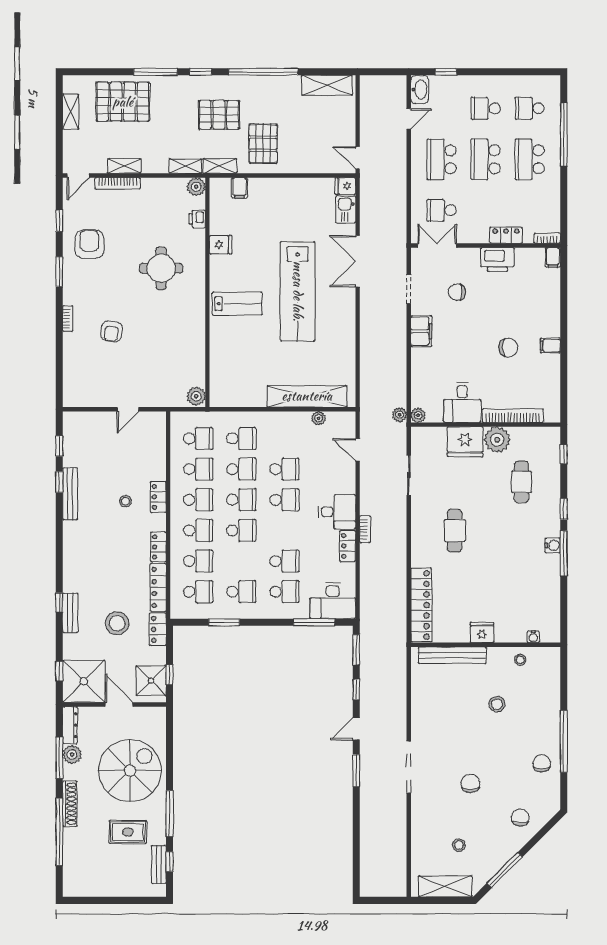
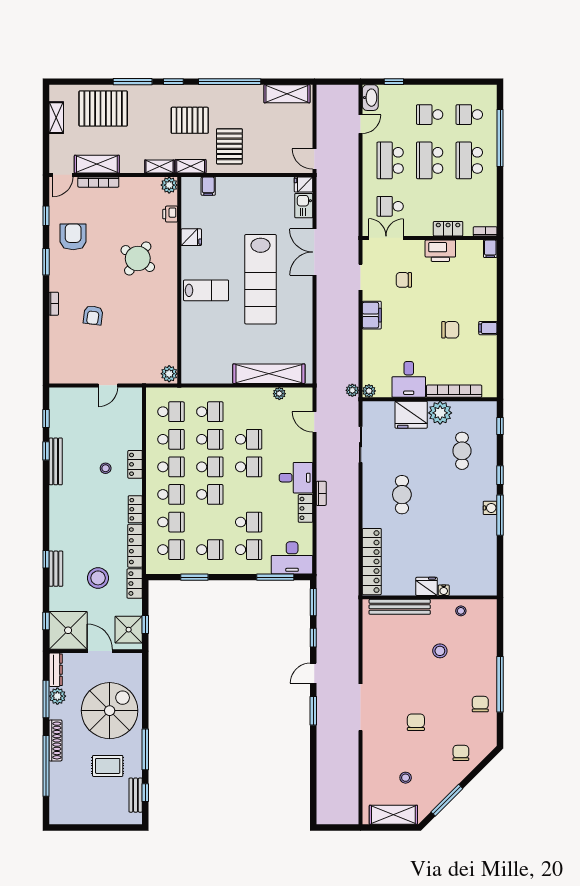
shelving: (124, 166) -> (97, 164), width x1.50, depth x1.33
round table: (161, 268) -> (138, 259), turned 35
water cooler: (533, 637) -> (444, 590), moved

